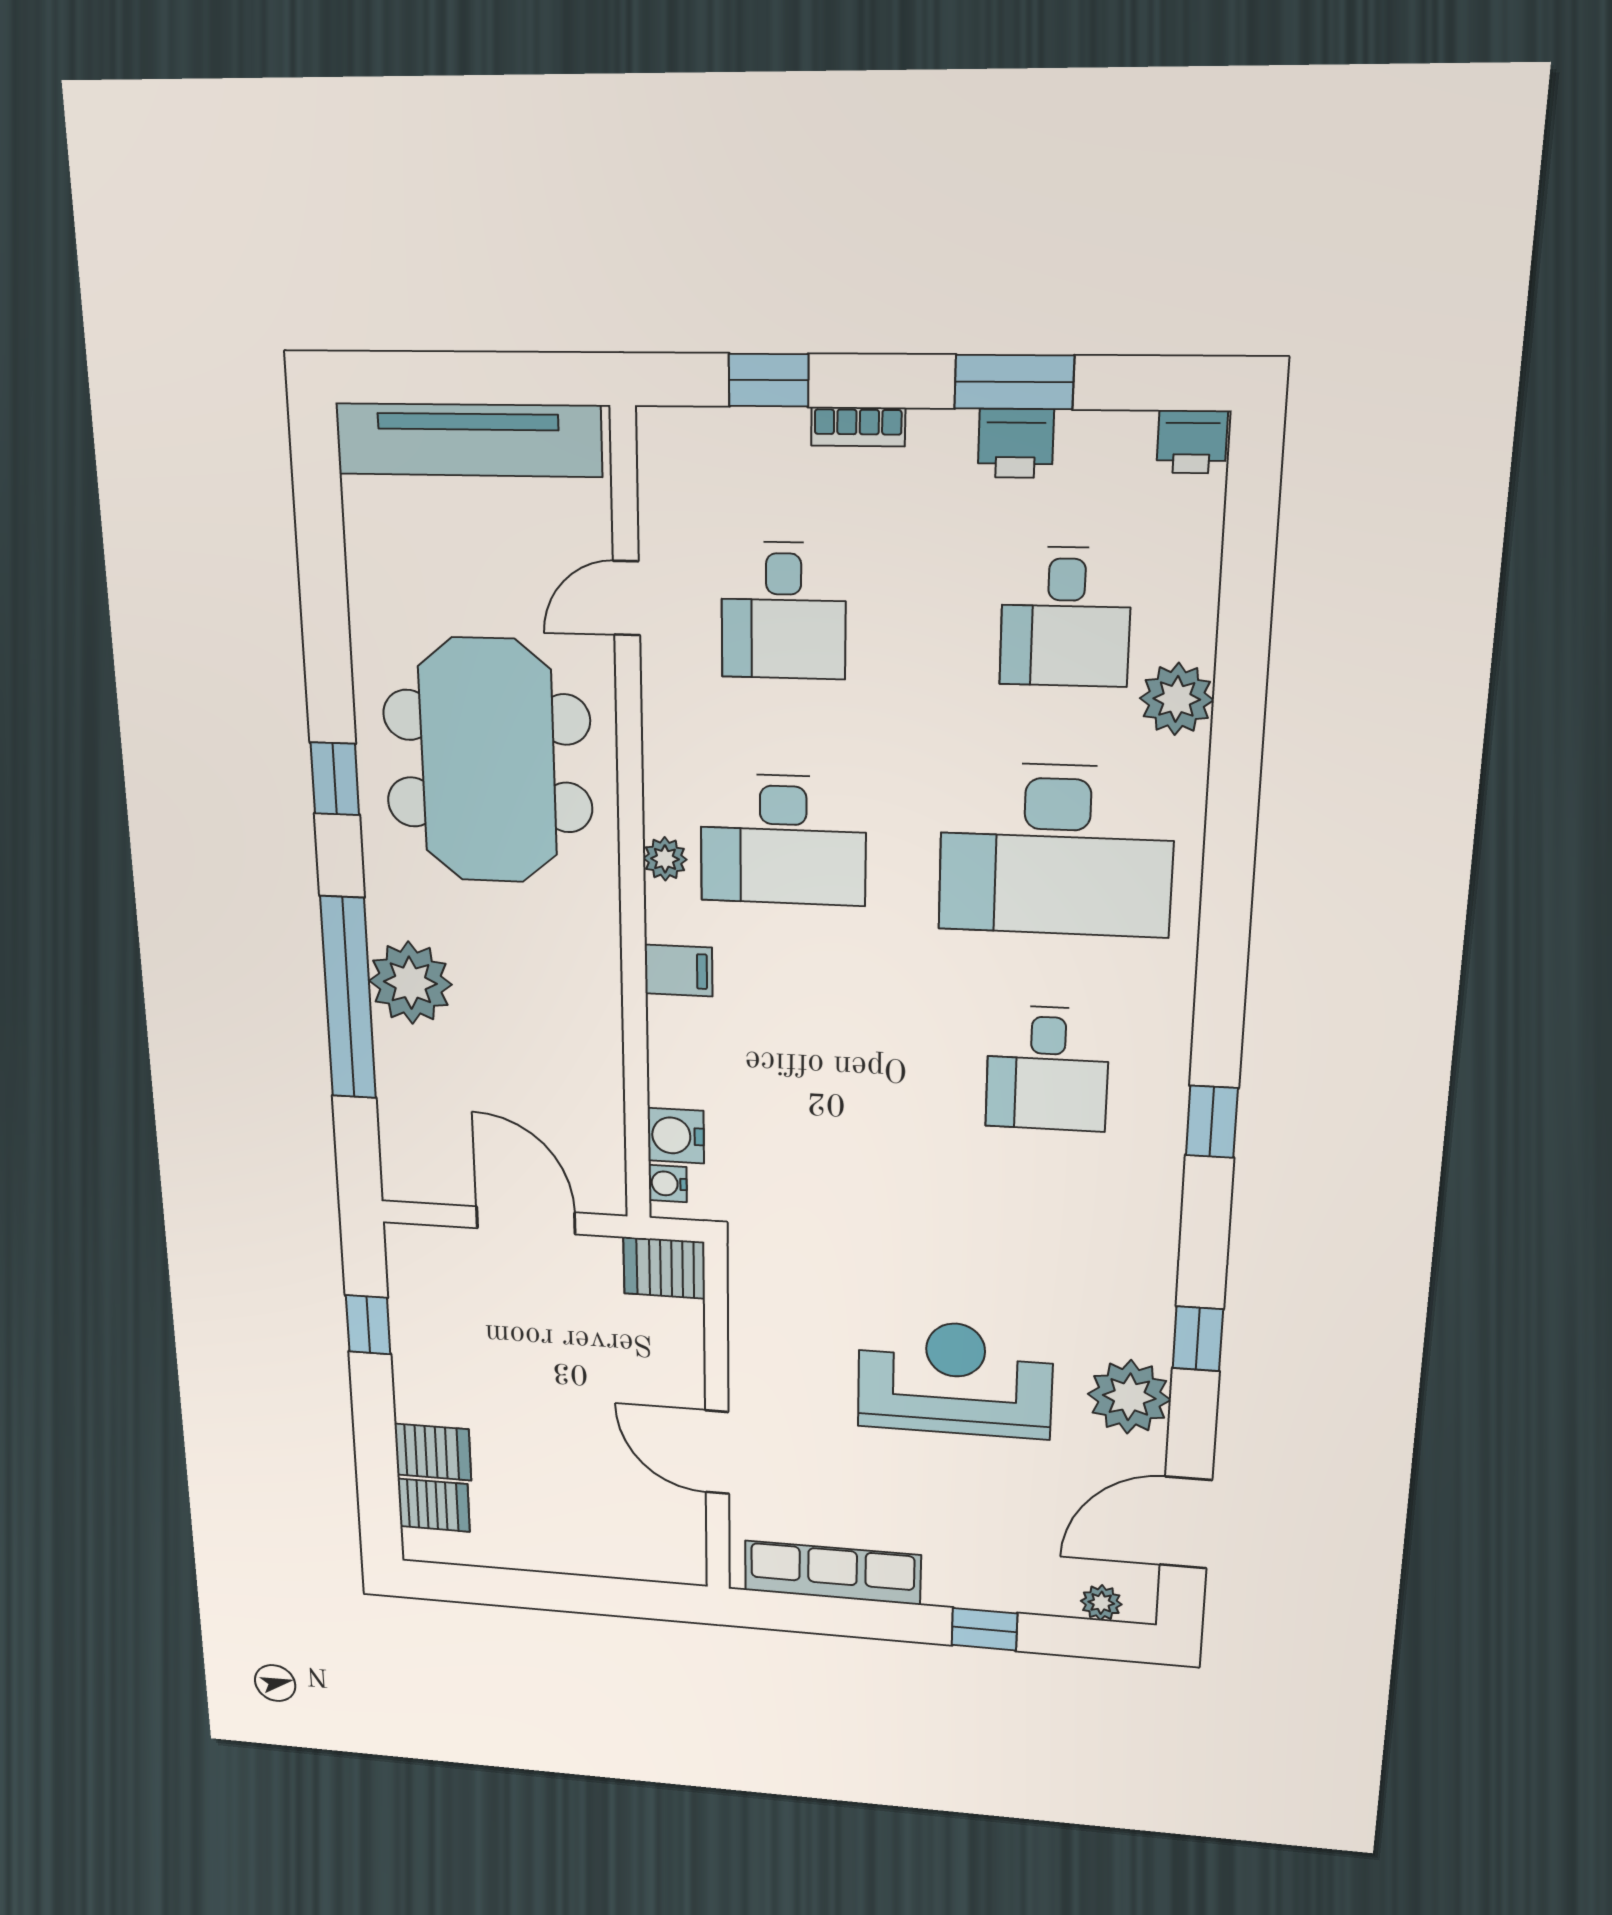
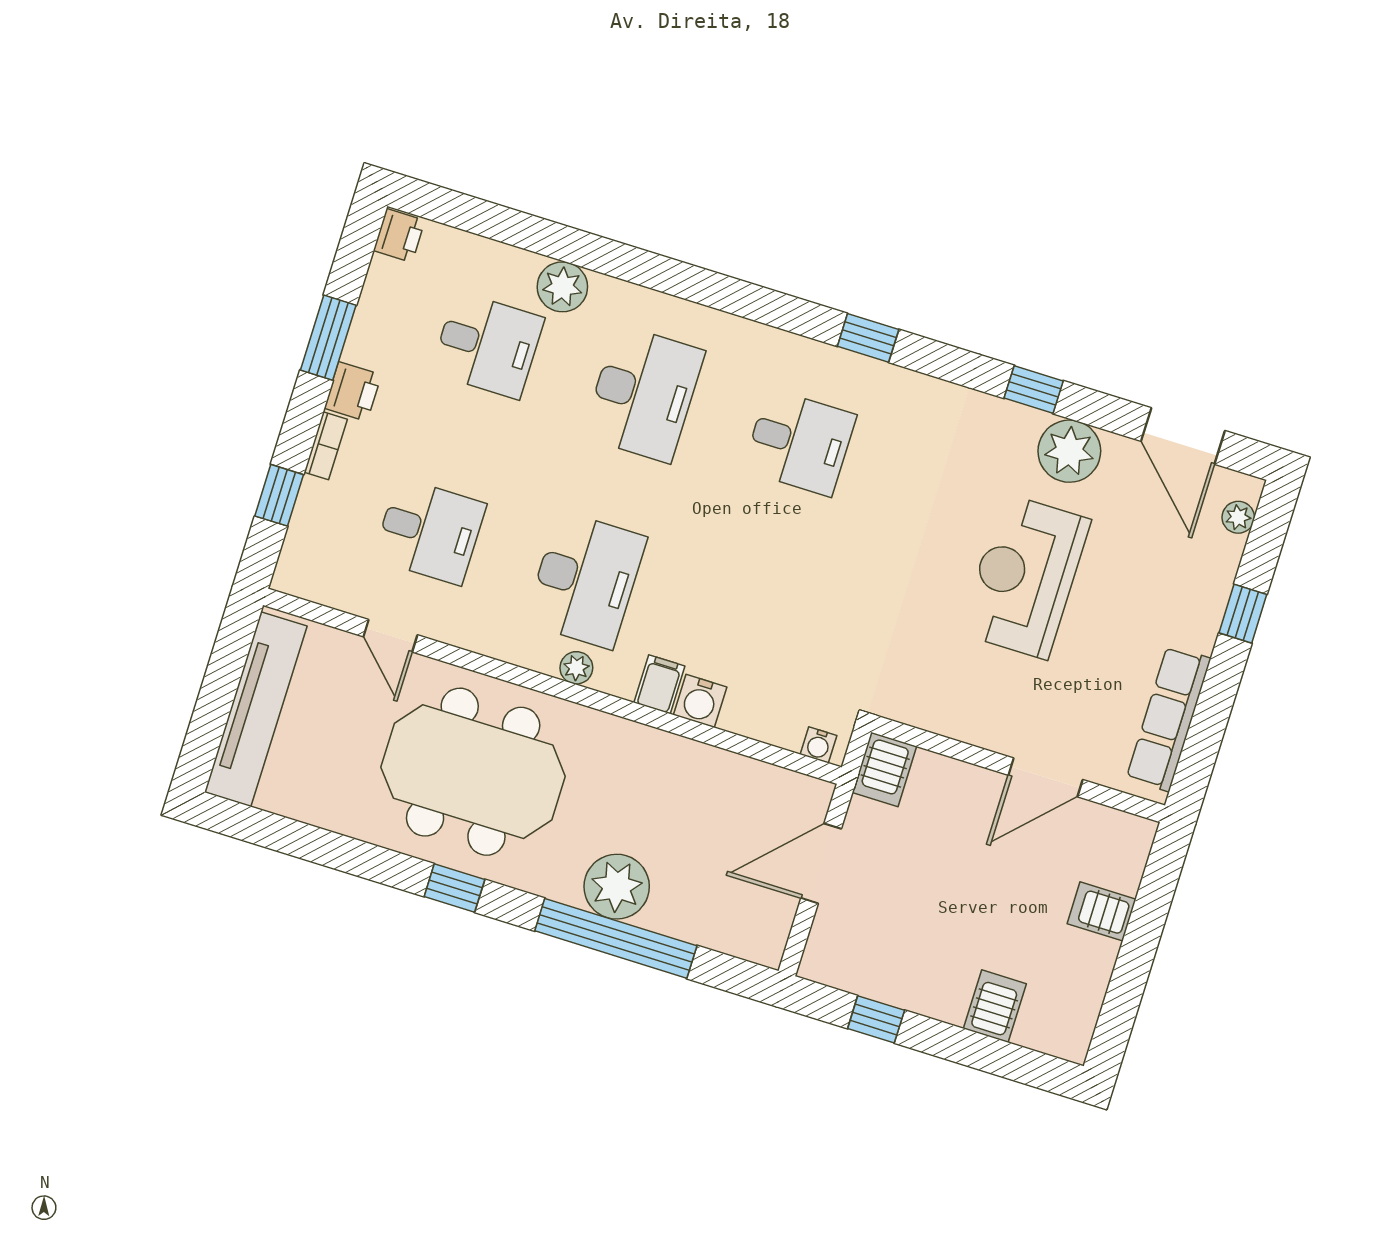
printer: (1016, 443) -> (353, 392), moved
desk: (1056, 850) -> (644, 394), width x0.73, depth x0.77
water cooler: (676, 1136) -> (700, 701), moved
server rack: (434, 1505) -> (1102, 911), moved, turned -90

